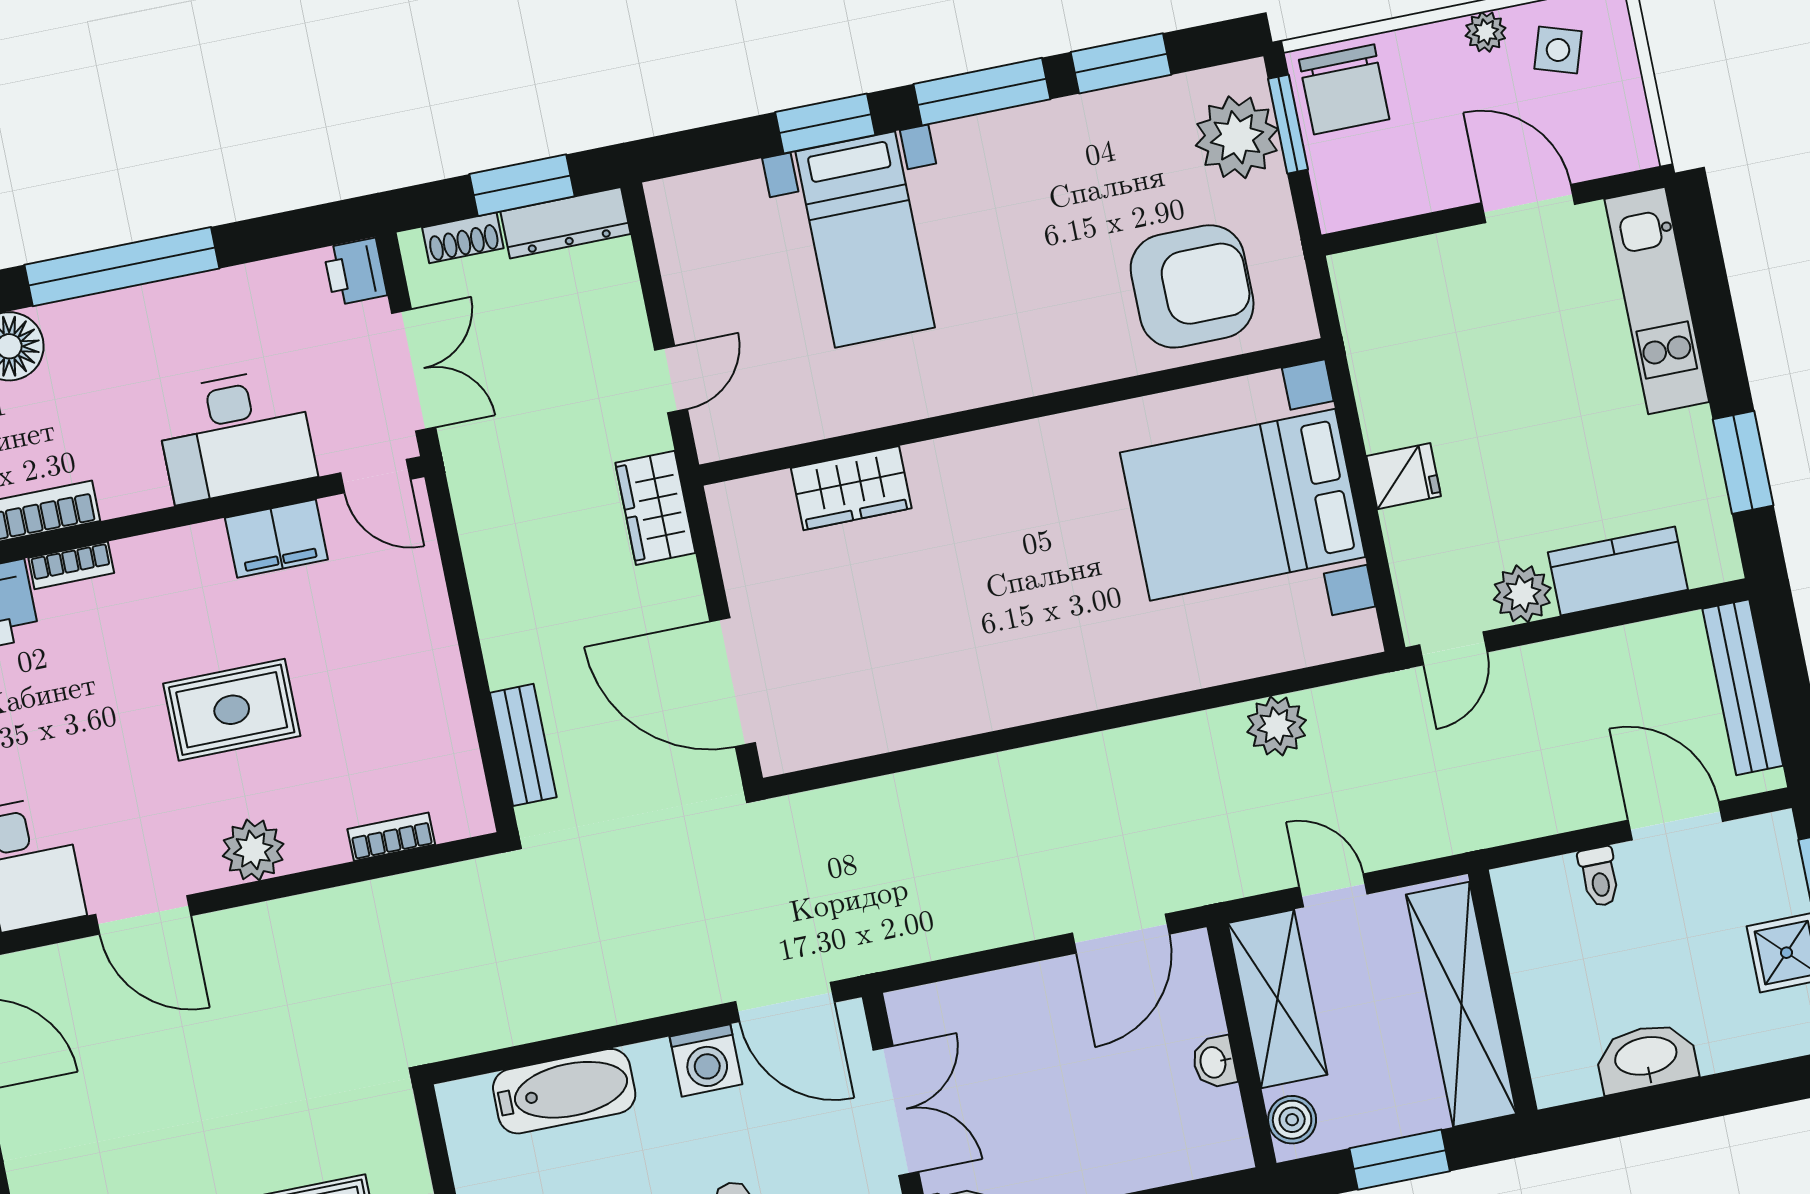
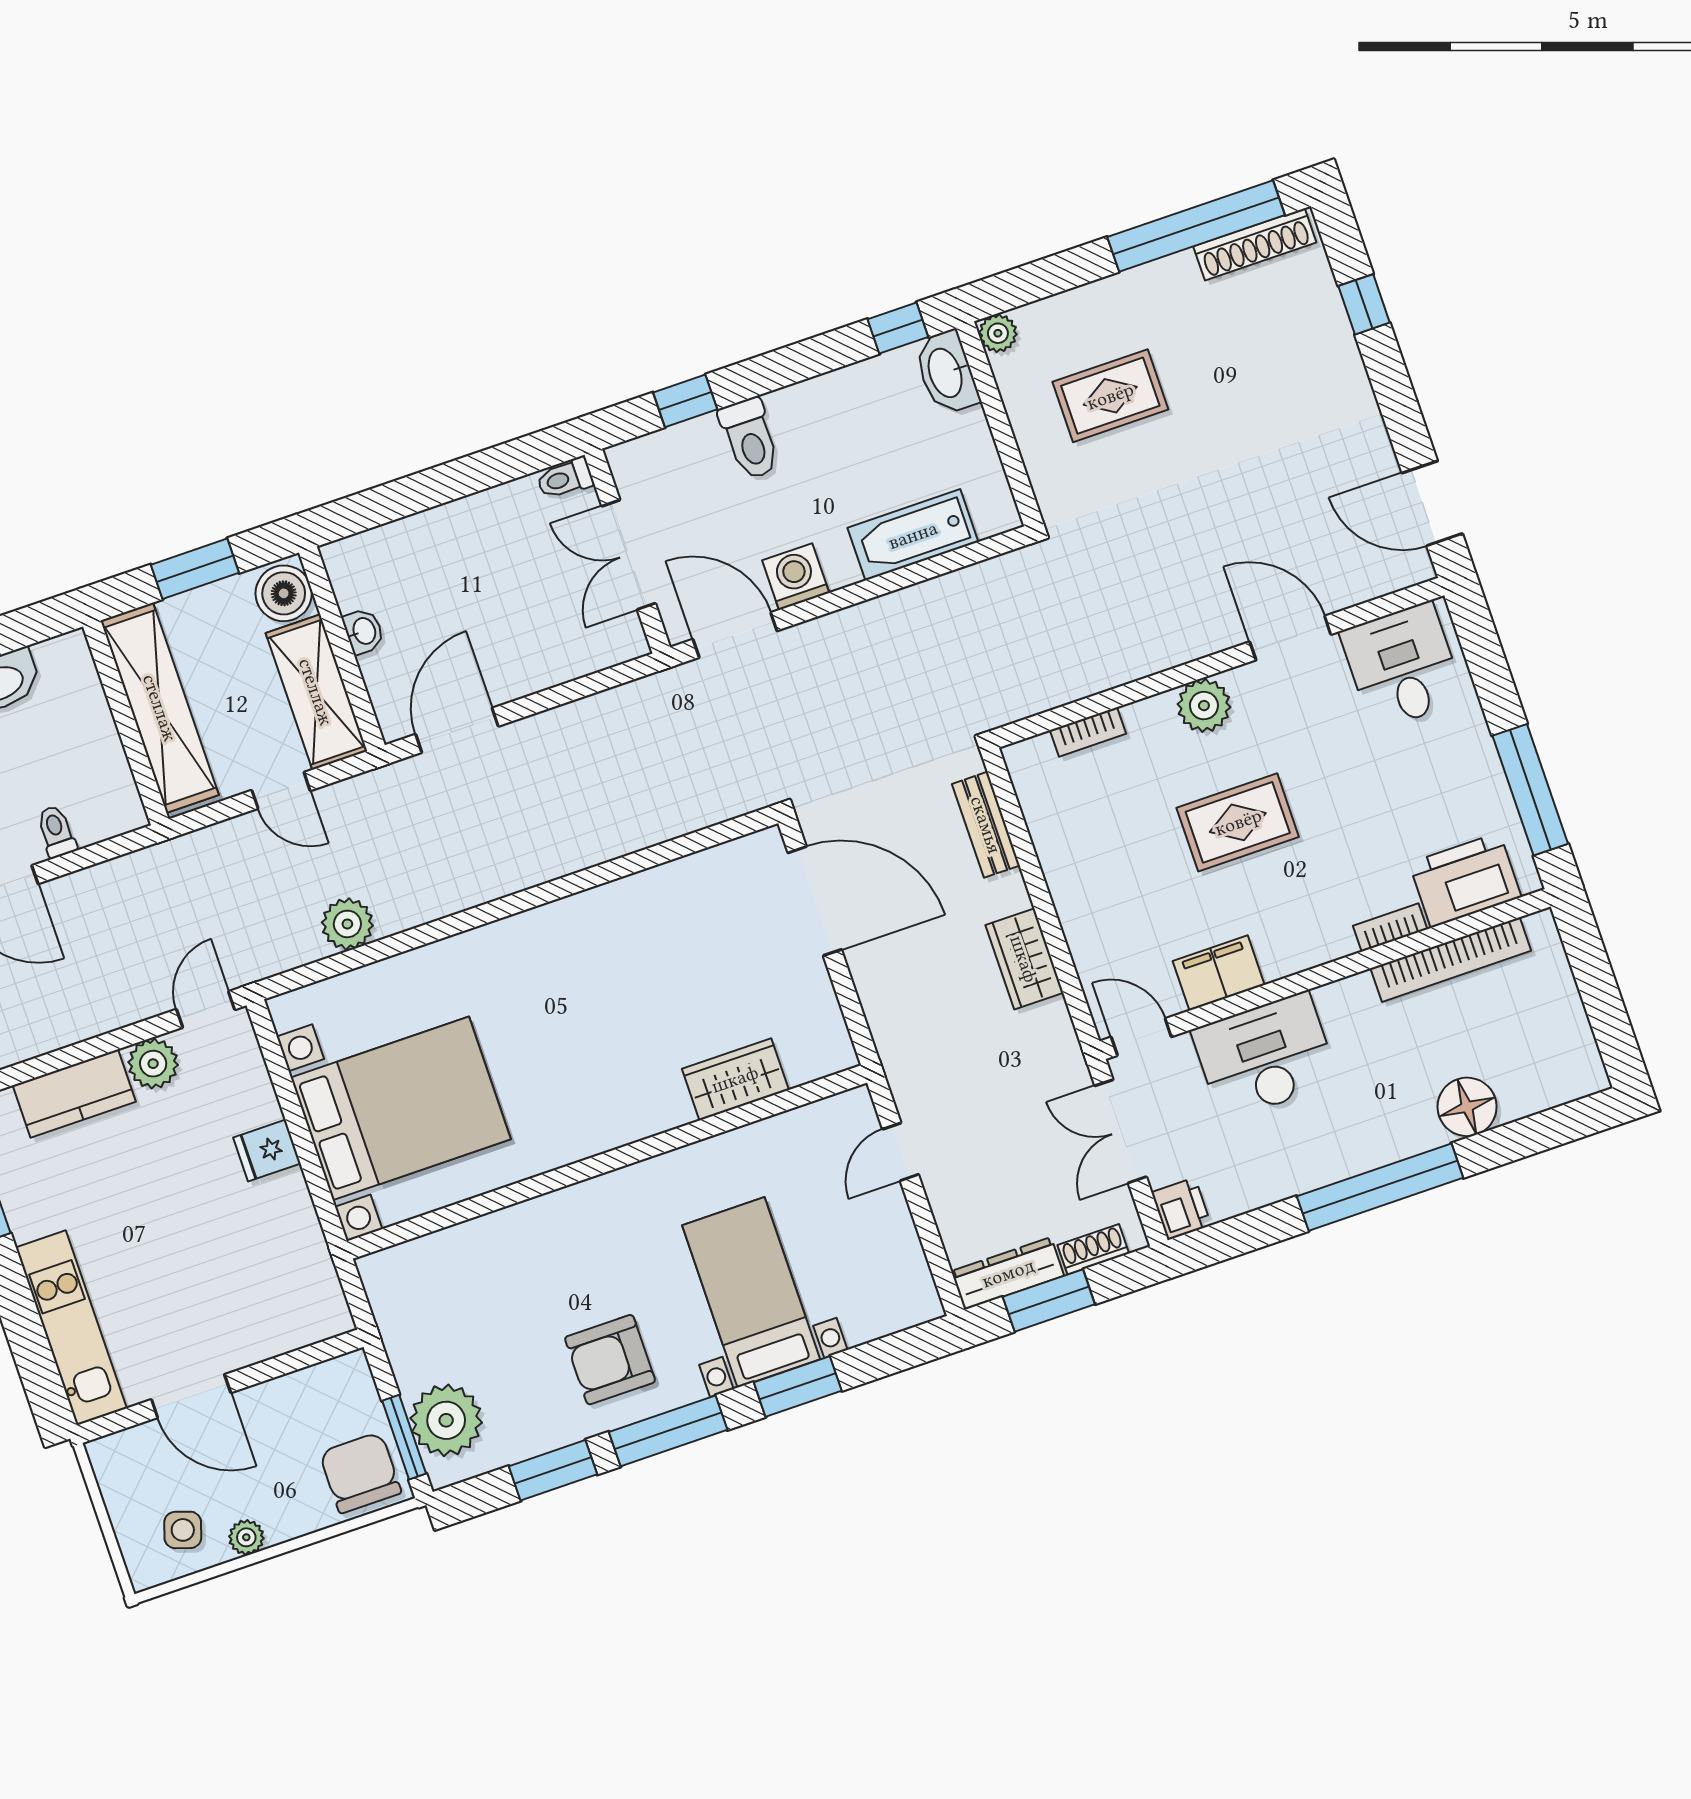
armchair: (1192, 286) -> (610, 1360), moved, width x0.73, depth x0.73
wardrobe: (655, 508) -> (1024, 959), moved, turned 180
boiler: (1292, 1120) -> (284, 593), width x1.36, depth x1.36

